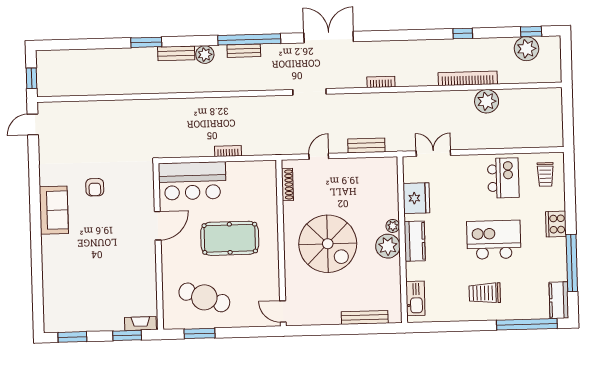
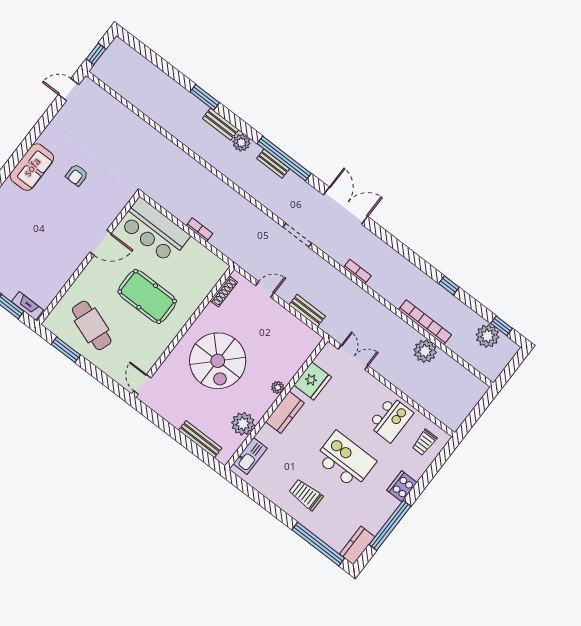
plant: (388, 246) -> (243, 424), moved

